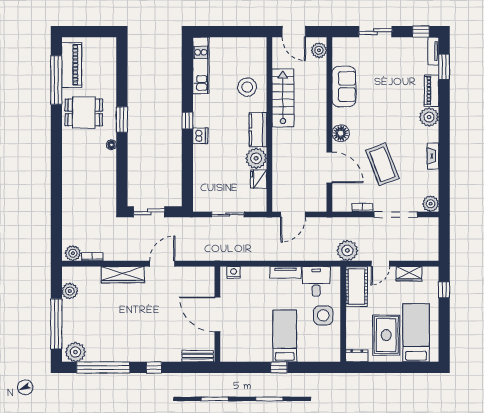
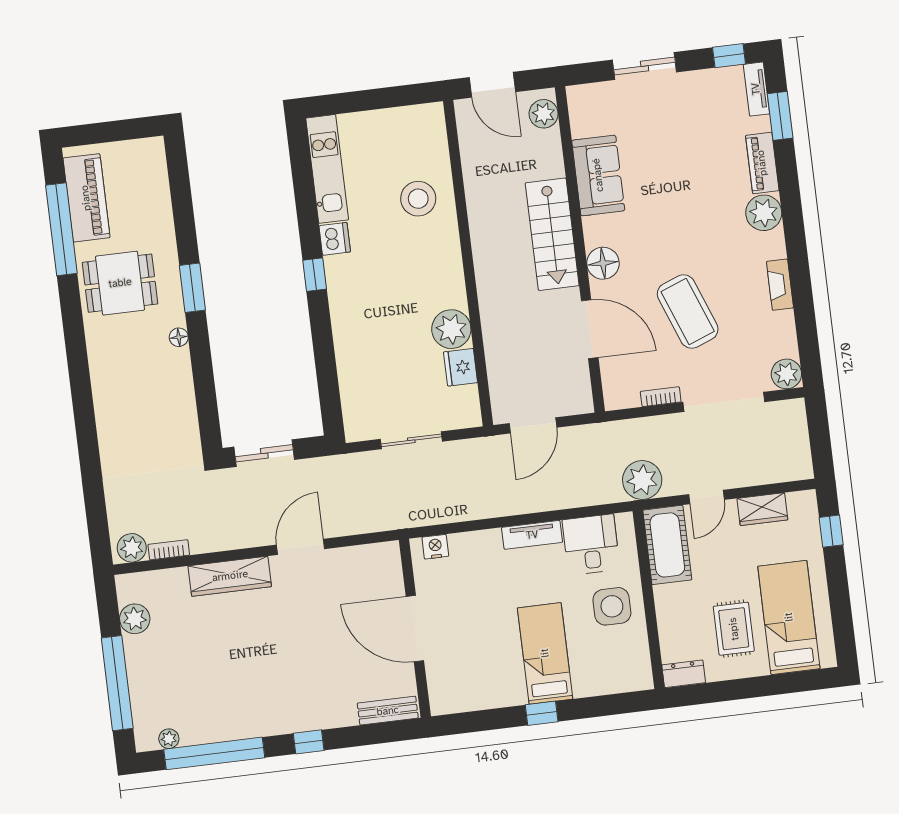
stairs: (283, 98) -> (552, 234), moved, turned 180
kitchen counter: (258, 130) -> (448, 275), removed
dishwasher: (200, 136) -> (335, 239), moved
rug: (386, 335) -> (734, 629), width x0.73, depth x0.70
plant: (75, 352) -> (169, 739), width x0.53, depth x0.53

